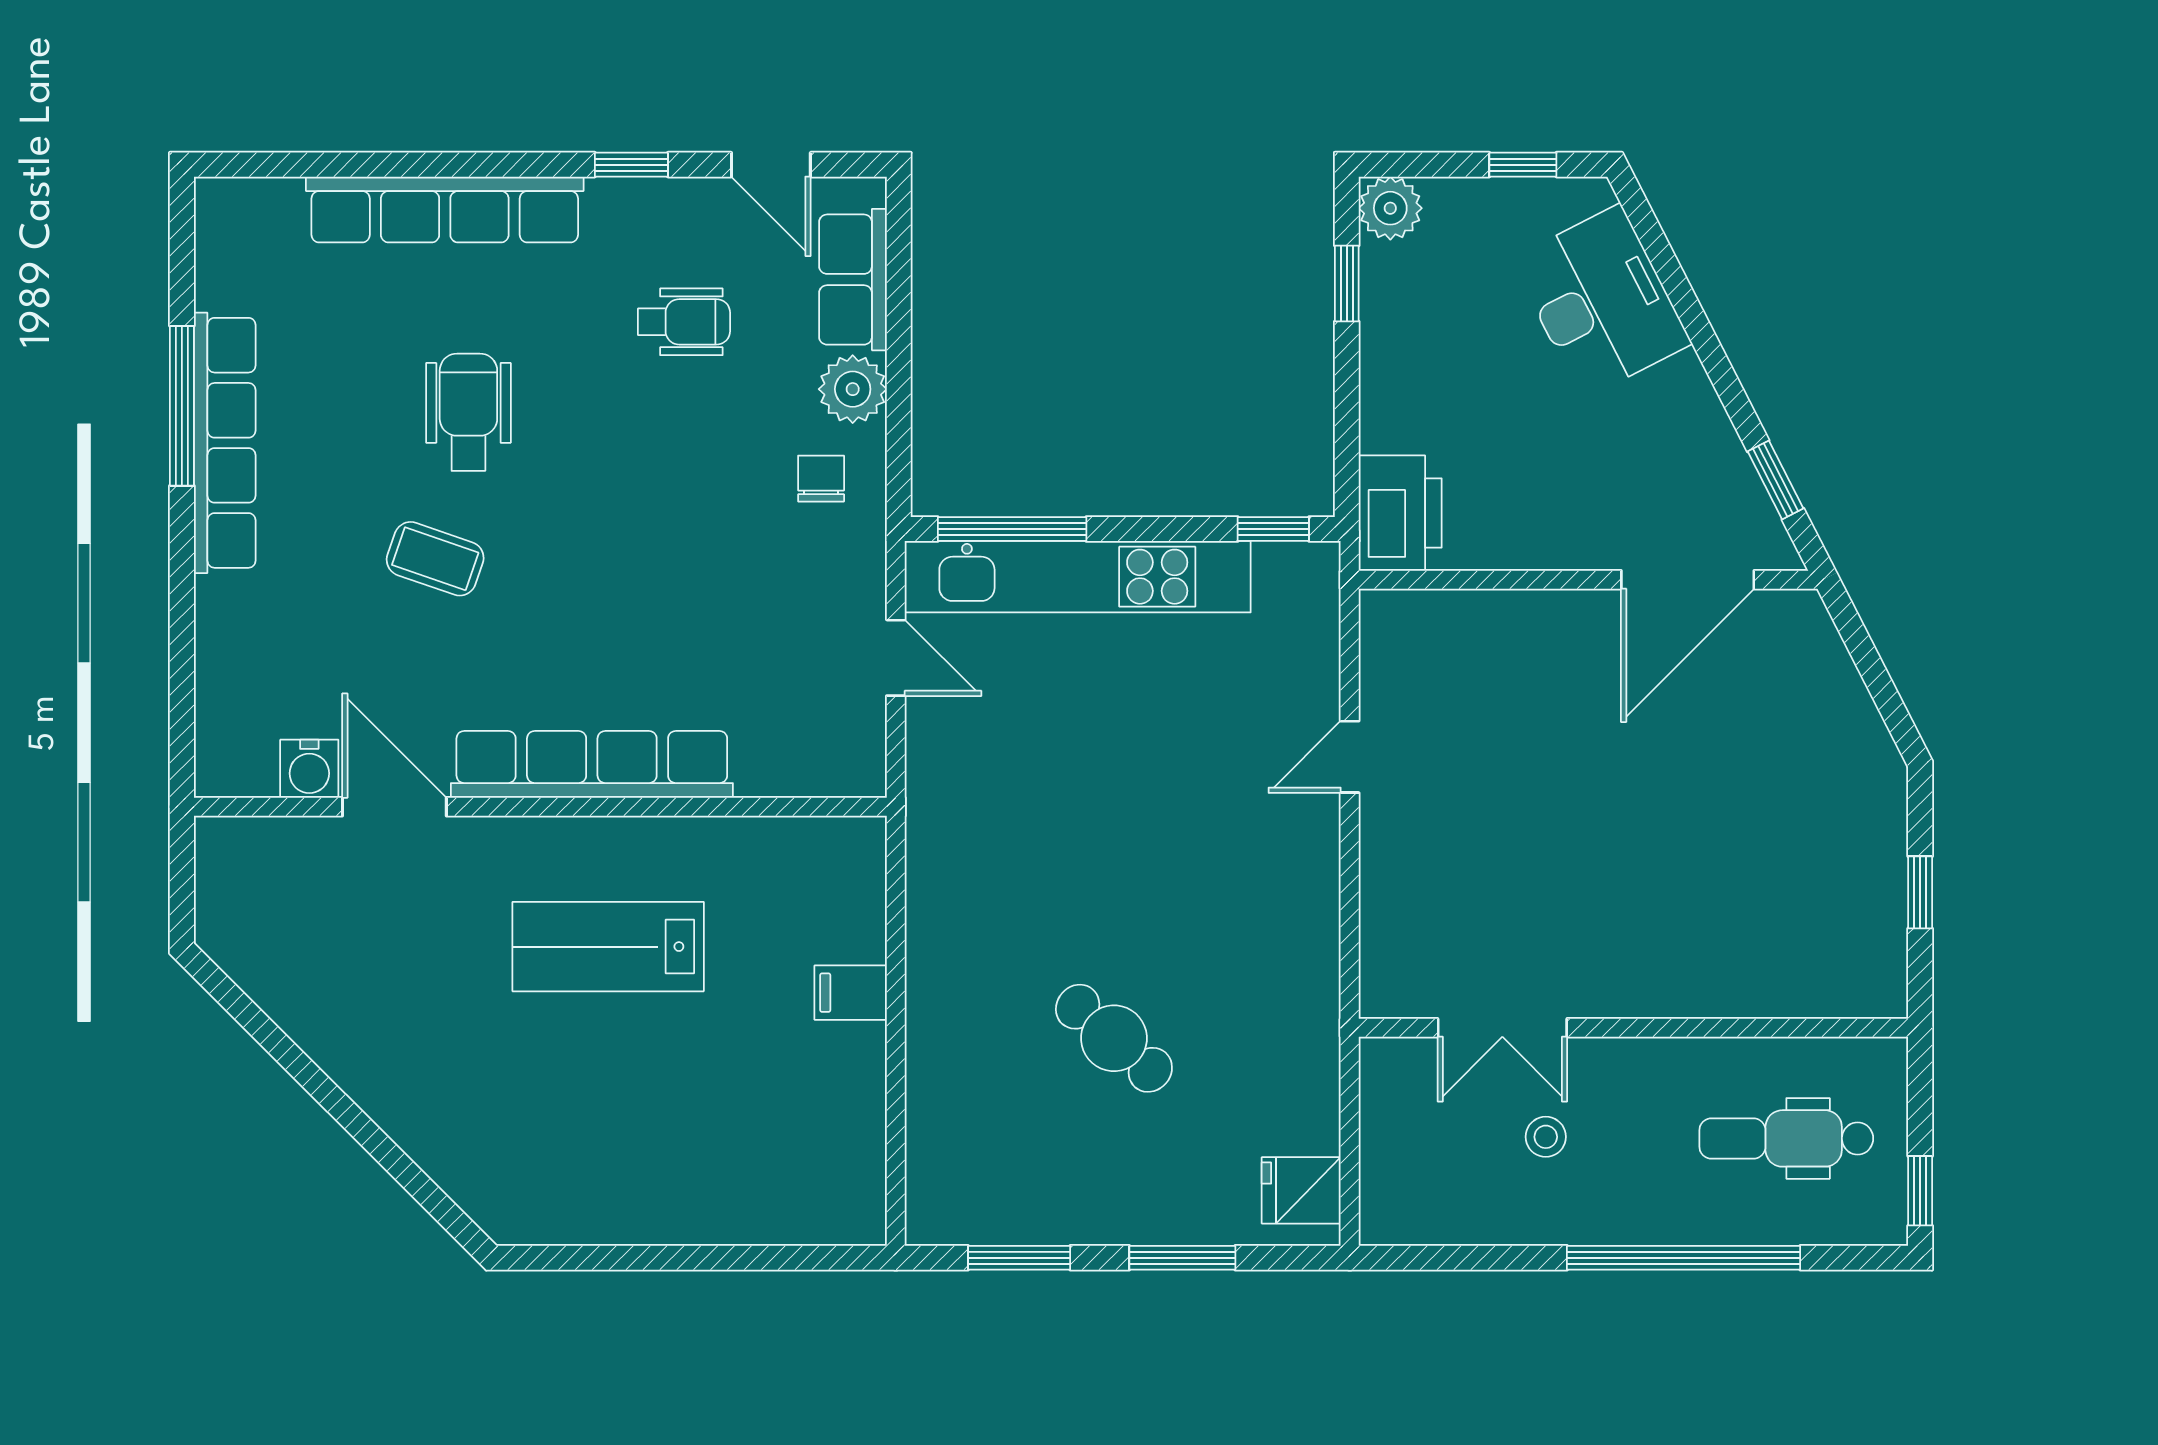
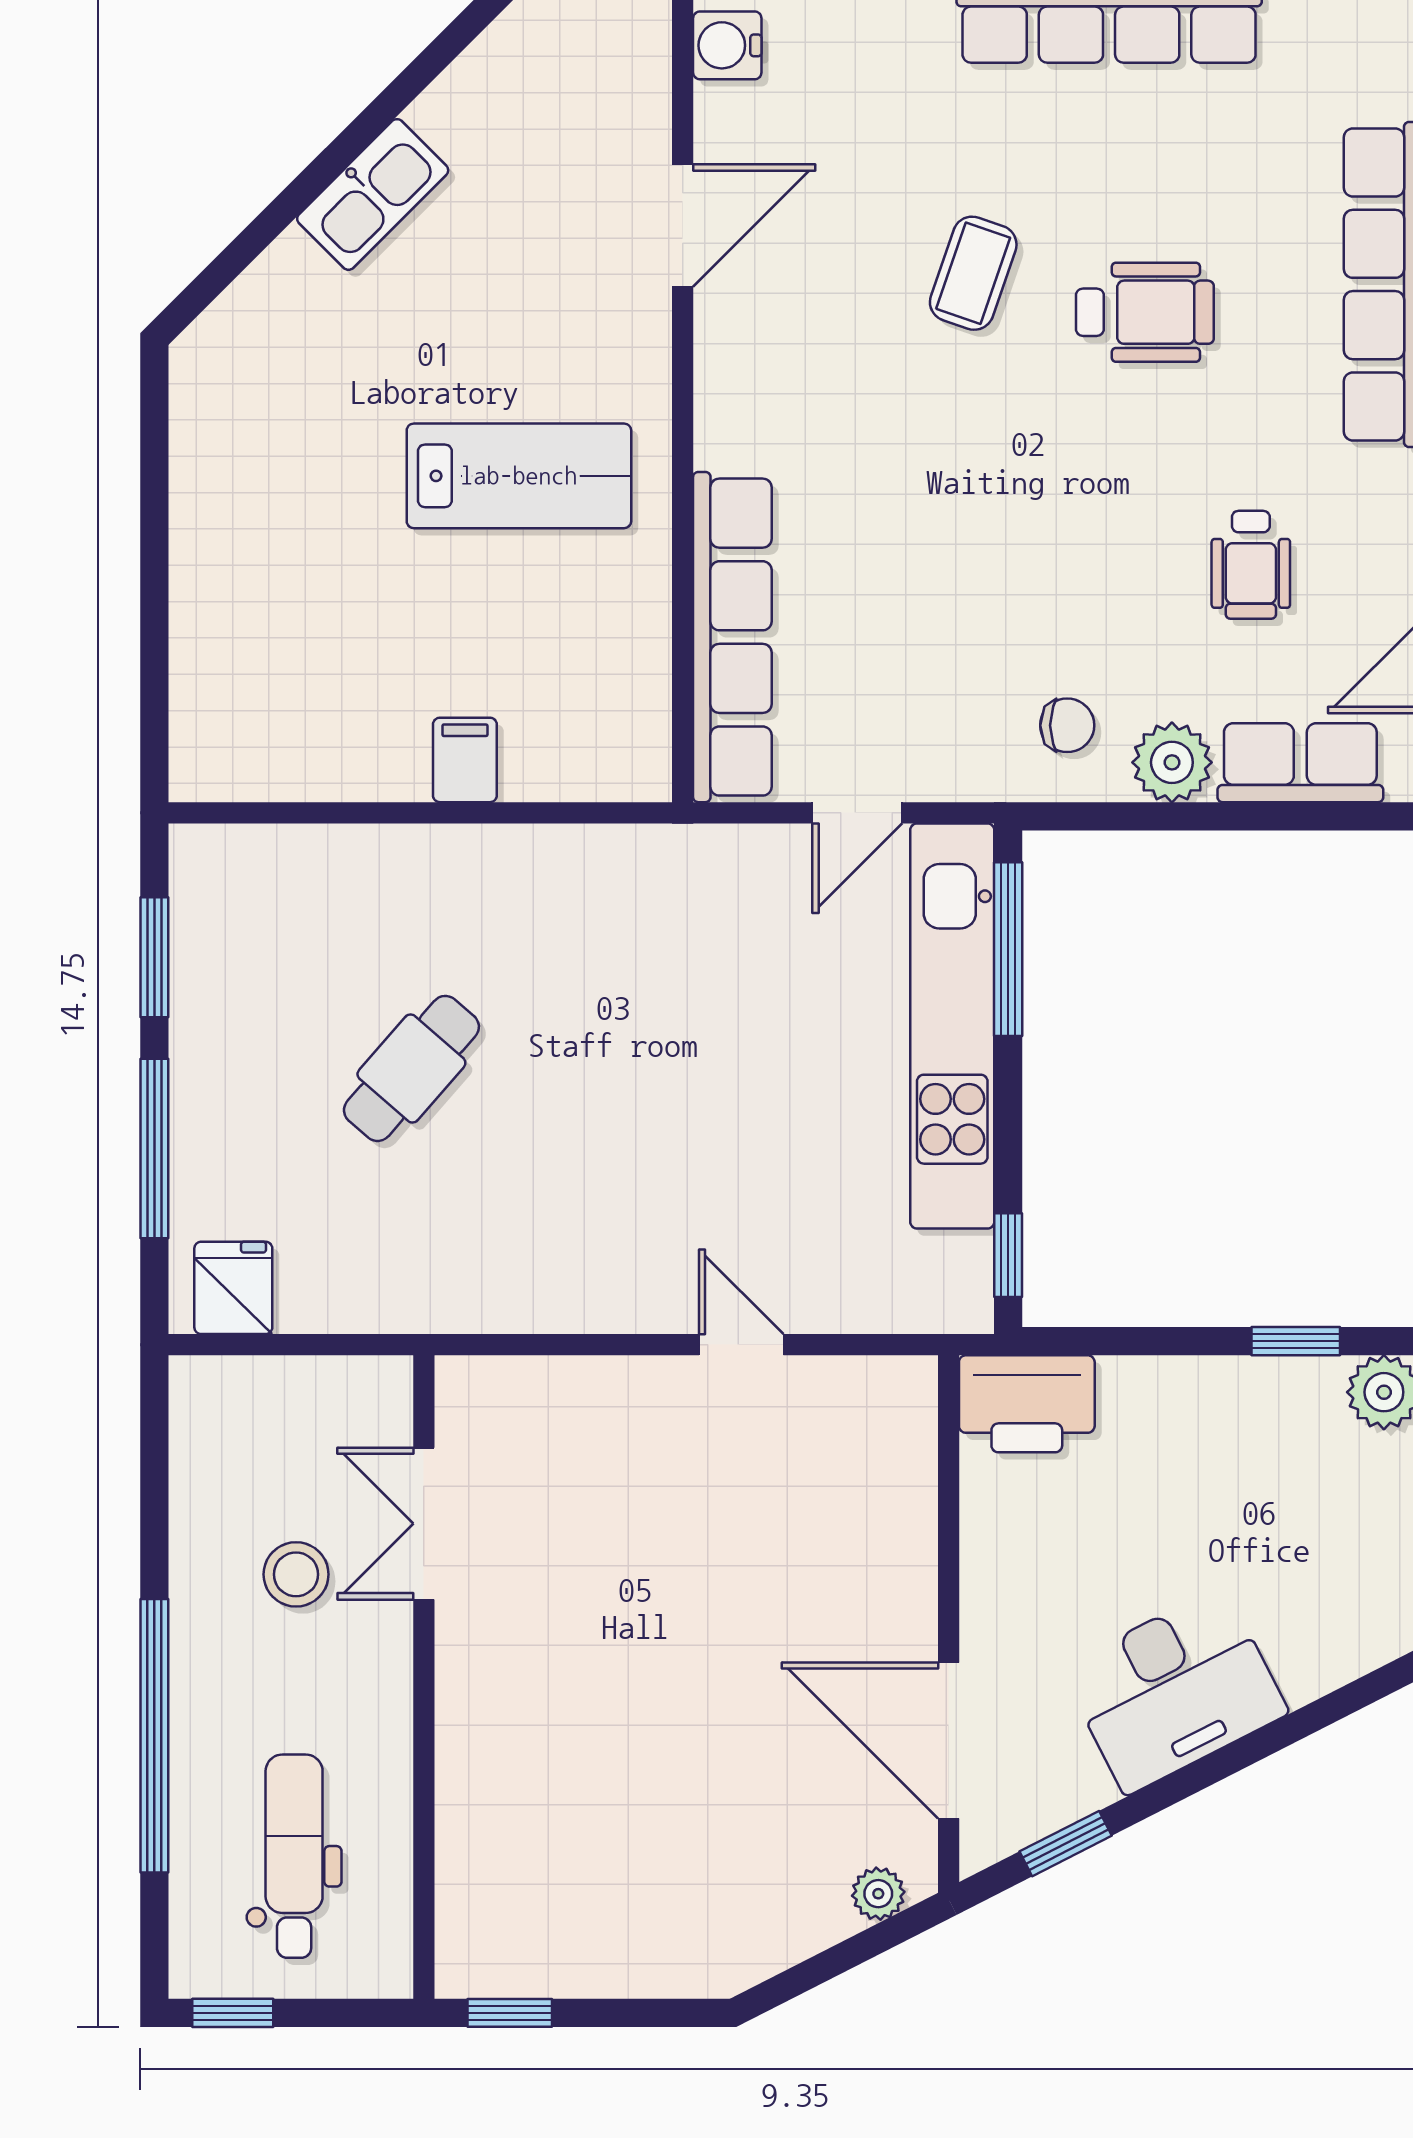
desk: (1601, 302) -> (1174, 1690), moved
plant: (1818, 640) -> (878, 1894), added
row of seats: (592, 764) -> (732, 637), moved
water cooler: (309, 769) -> (727, 45), moved
window: (1920, 892) -> (510, 2013), moved
lab bench: (608, 947) -> (519, 476), turned 90
kitchen sink: (368, 1071) -> (373, 194), added
stool: (1546, 1137) -> (296, 1574), width x1.37, depth x1.37
window: (1182, 1258) -> (154, 1149), width x1.44

